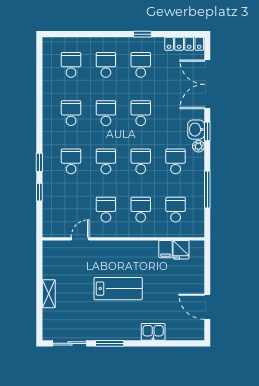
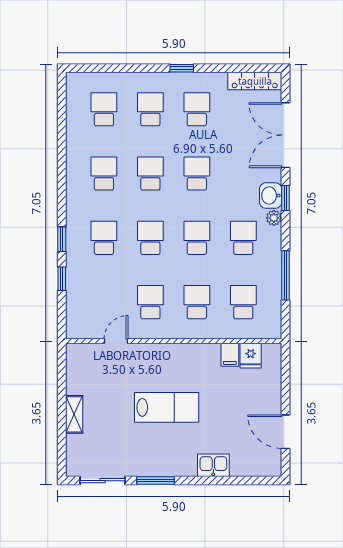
window: (142, 34) -> (182, 68), moved

